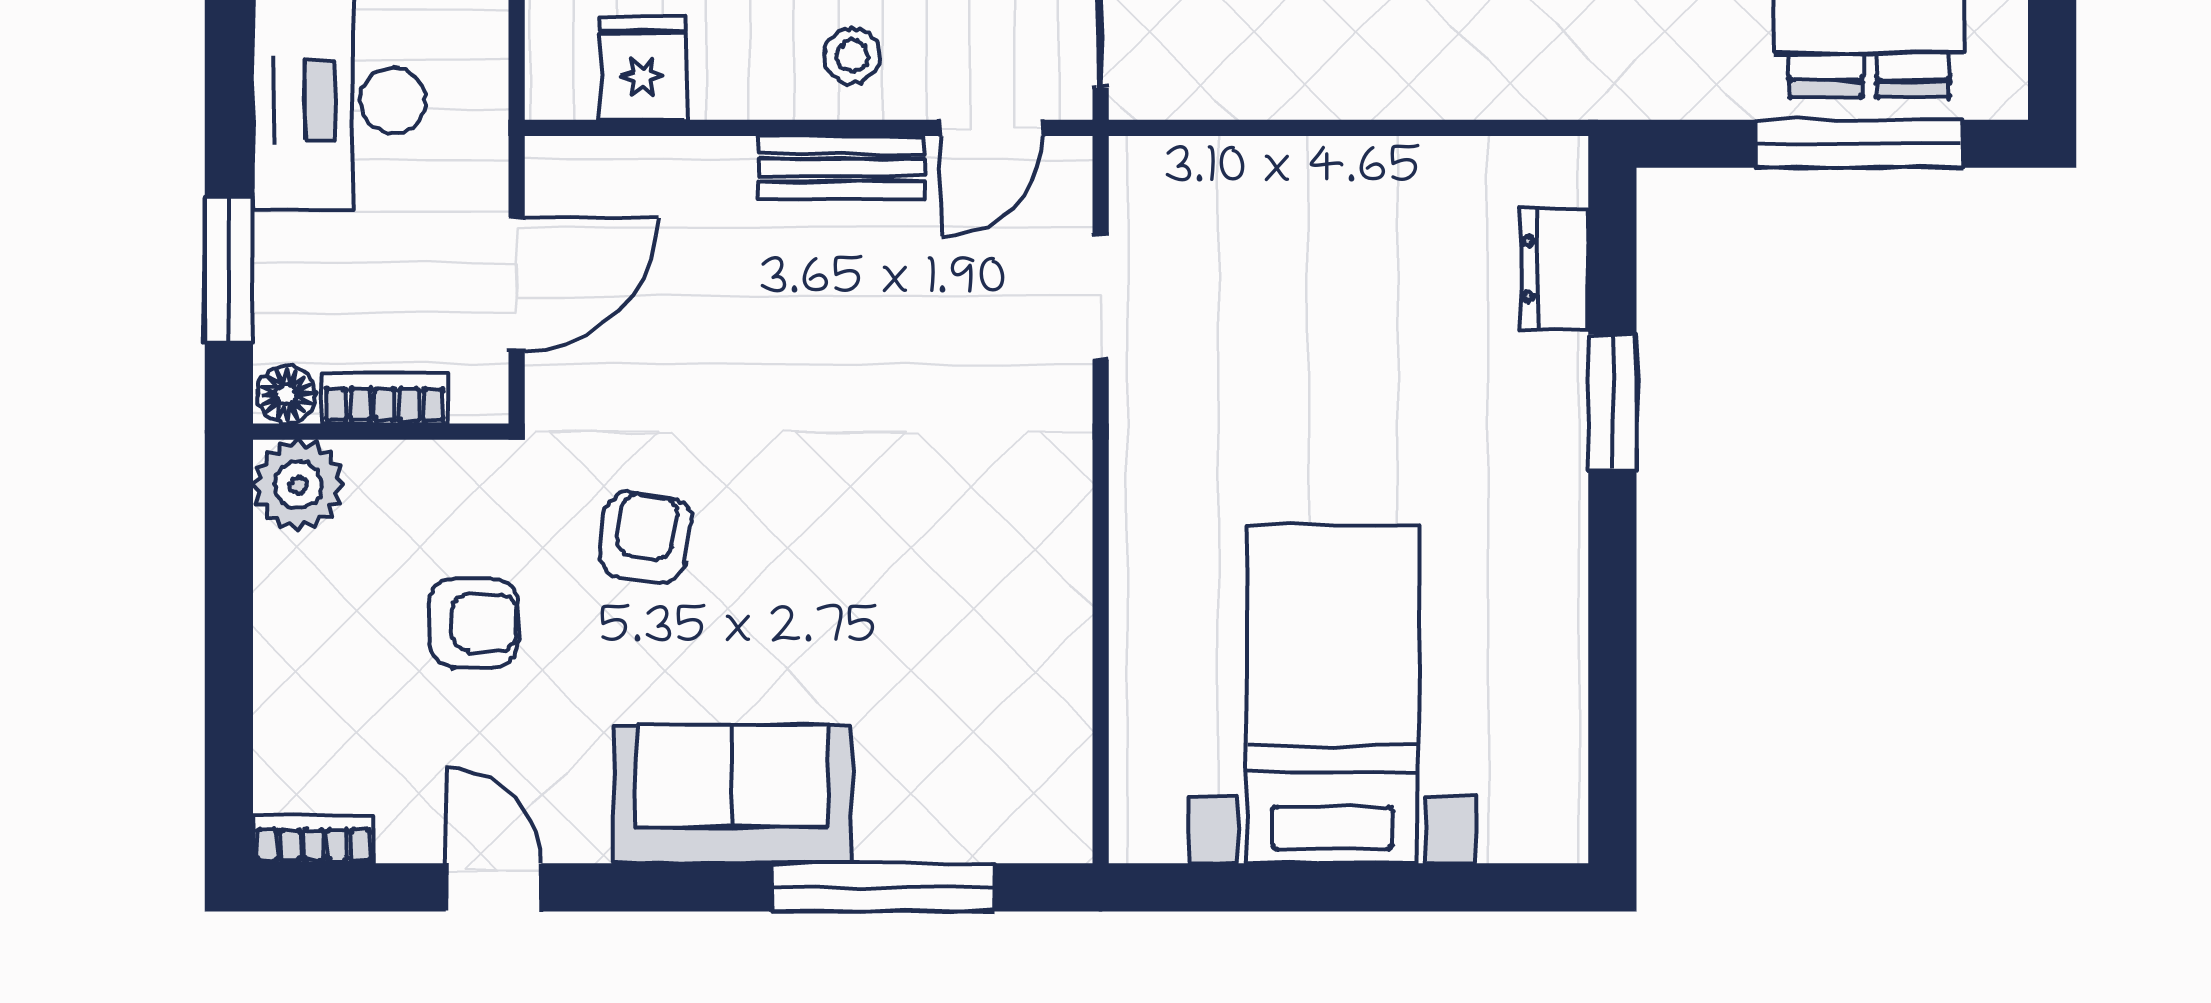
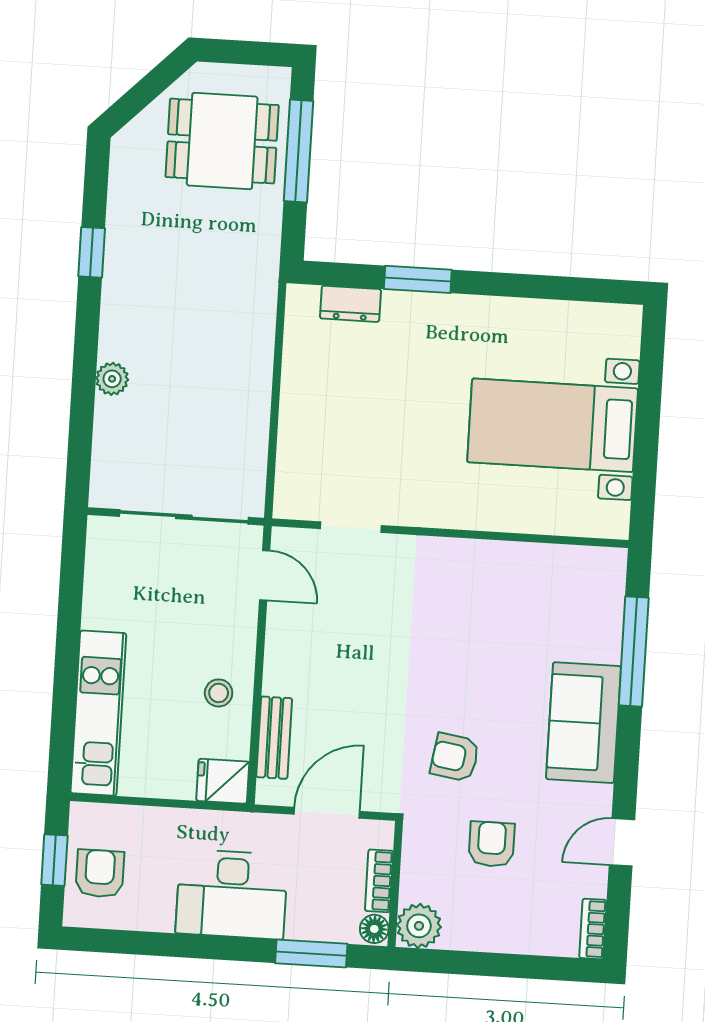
stool: (852, 56) -> (219, 693), moved
fridge: (642, 68) -> (223, 781), moved
bench: (841, 167) -> (274, 738), moved
door: (517, 284) -> (327, 813), hinge flipped

